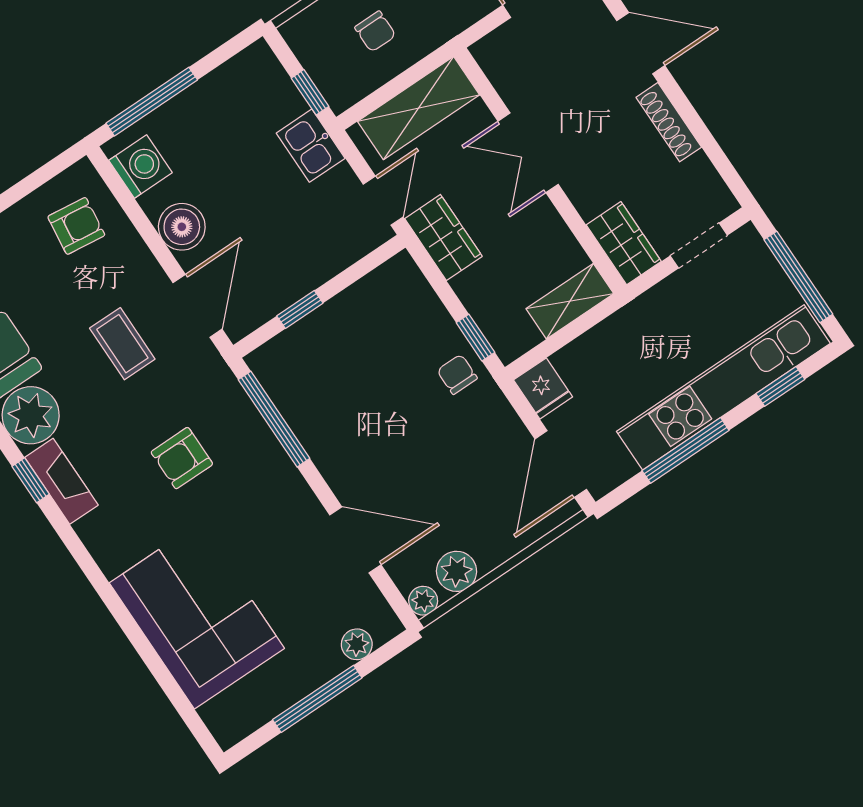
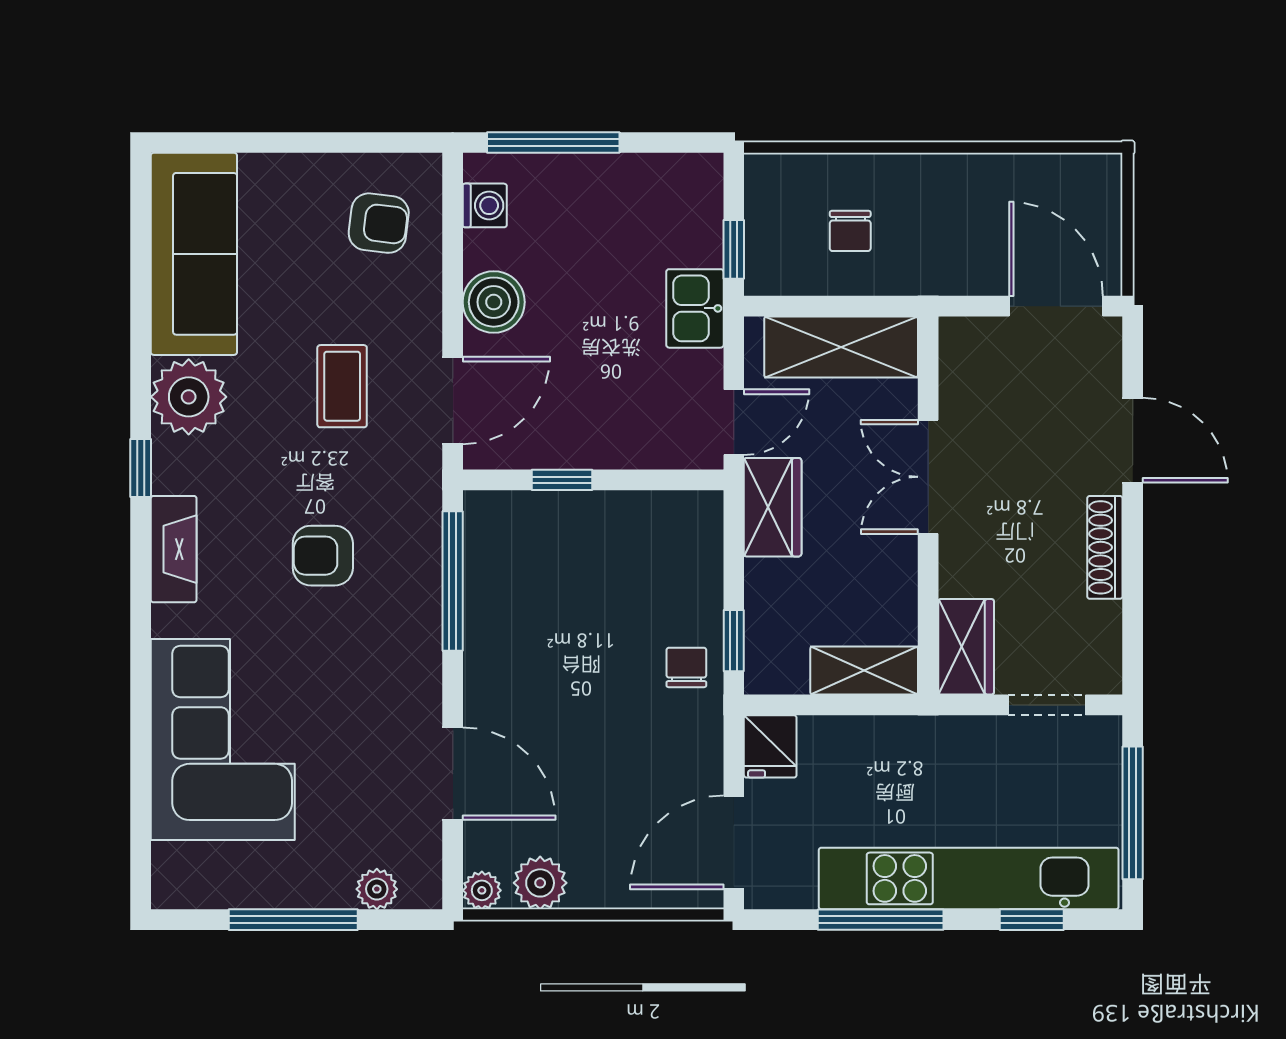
washing machine: (141, 167) -> (485, 205), width x0.73, depth x0.73
fireplace: (61, 481) -> (174, 549), moved

